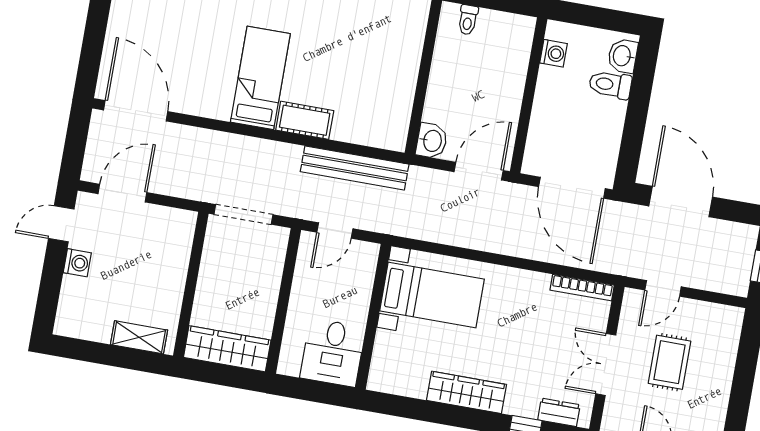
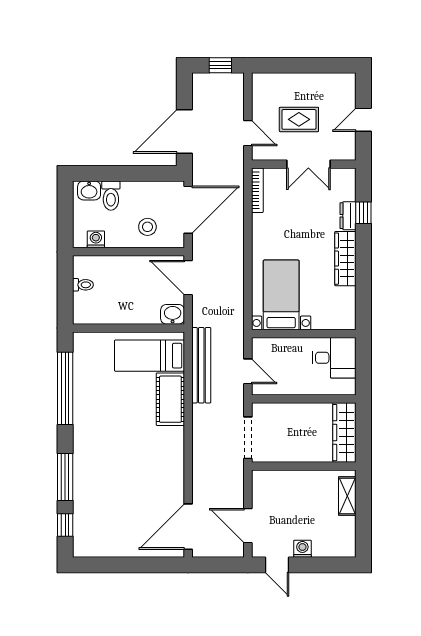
toilet: (468, 20) -> (83, 285), moved
bed: (260, 78) -> (150, 356), moved
cot: (305, 120) -> (170, 399), width x1.37, depth x1.34
stool: (558, 127) -> (147, 227), added
dresser: (559, 412) -> (348, 216), moved

